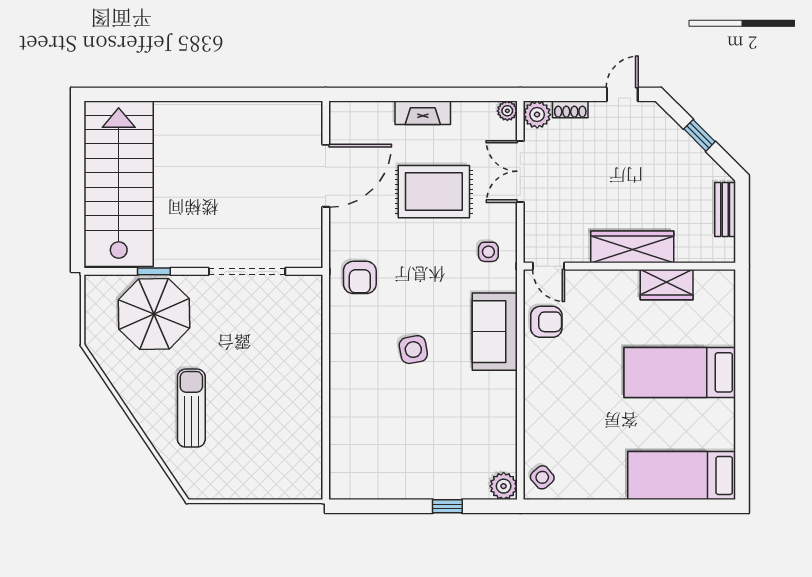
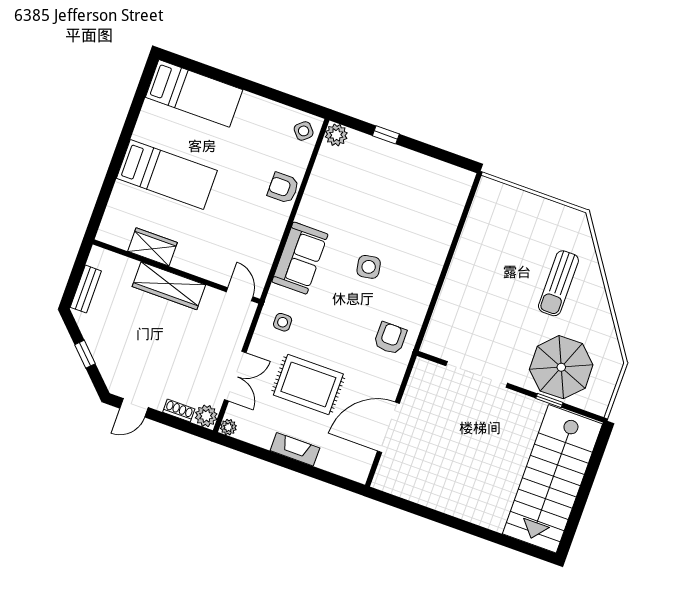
armchair: (546, 322) -> (283, 188), moved

